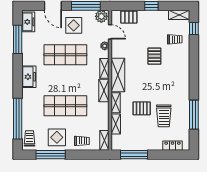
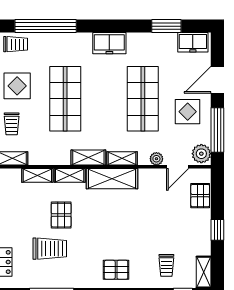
window: (18, 39) -> (166, 26), width x0.69
pallet: (154, 56) -> (116, 270), moved
trolley: (164, 116) -> (50, 249), turned 180

